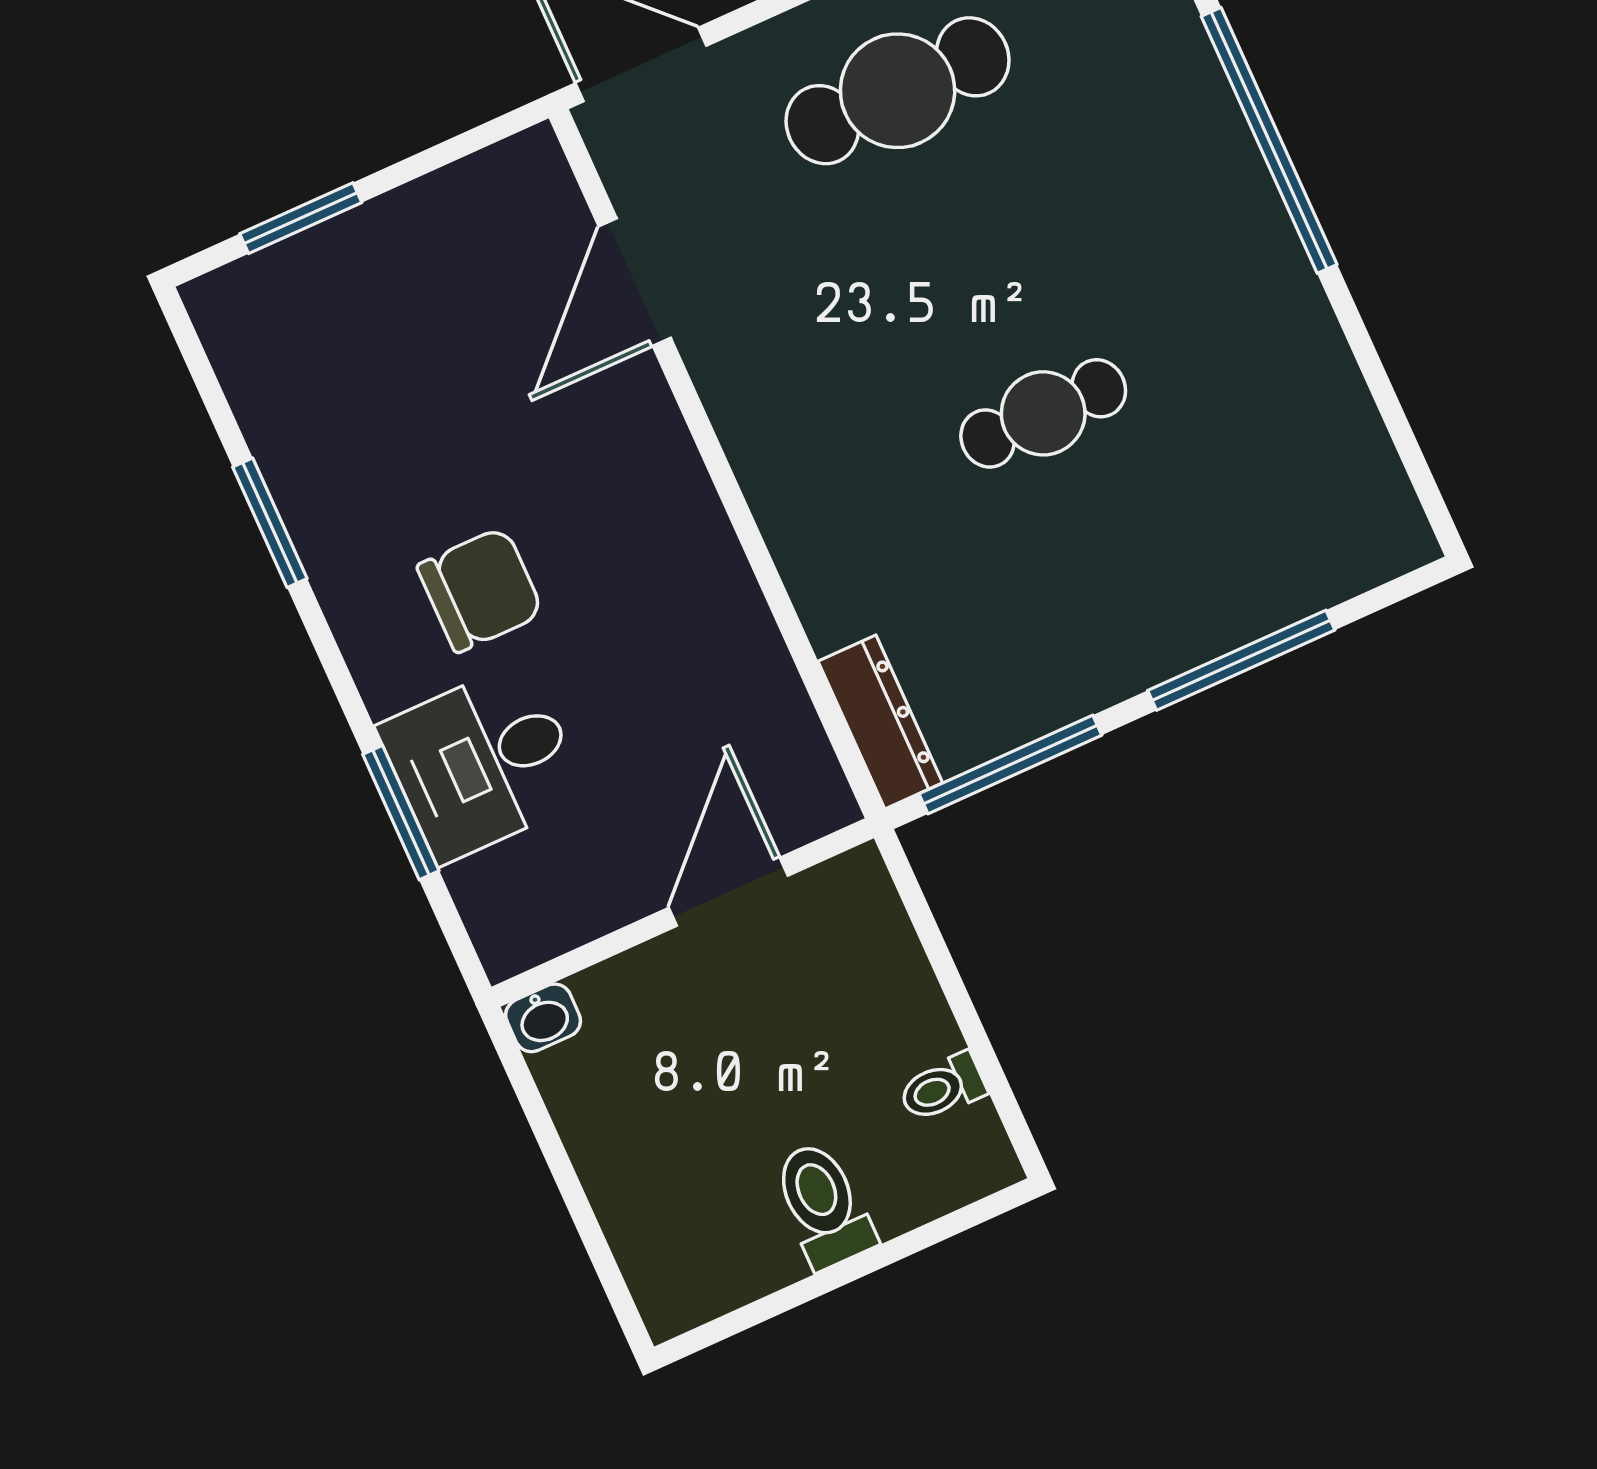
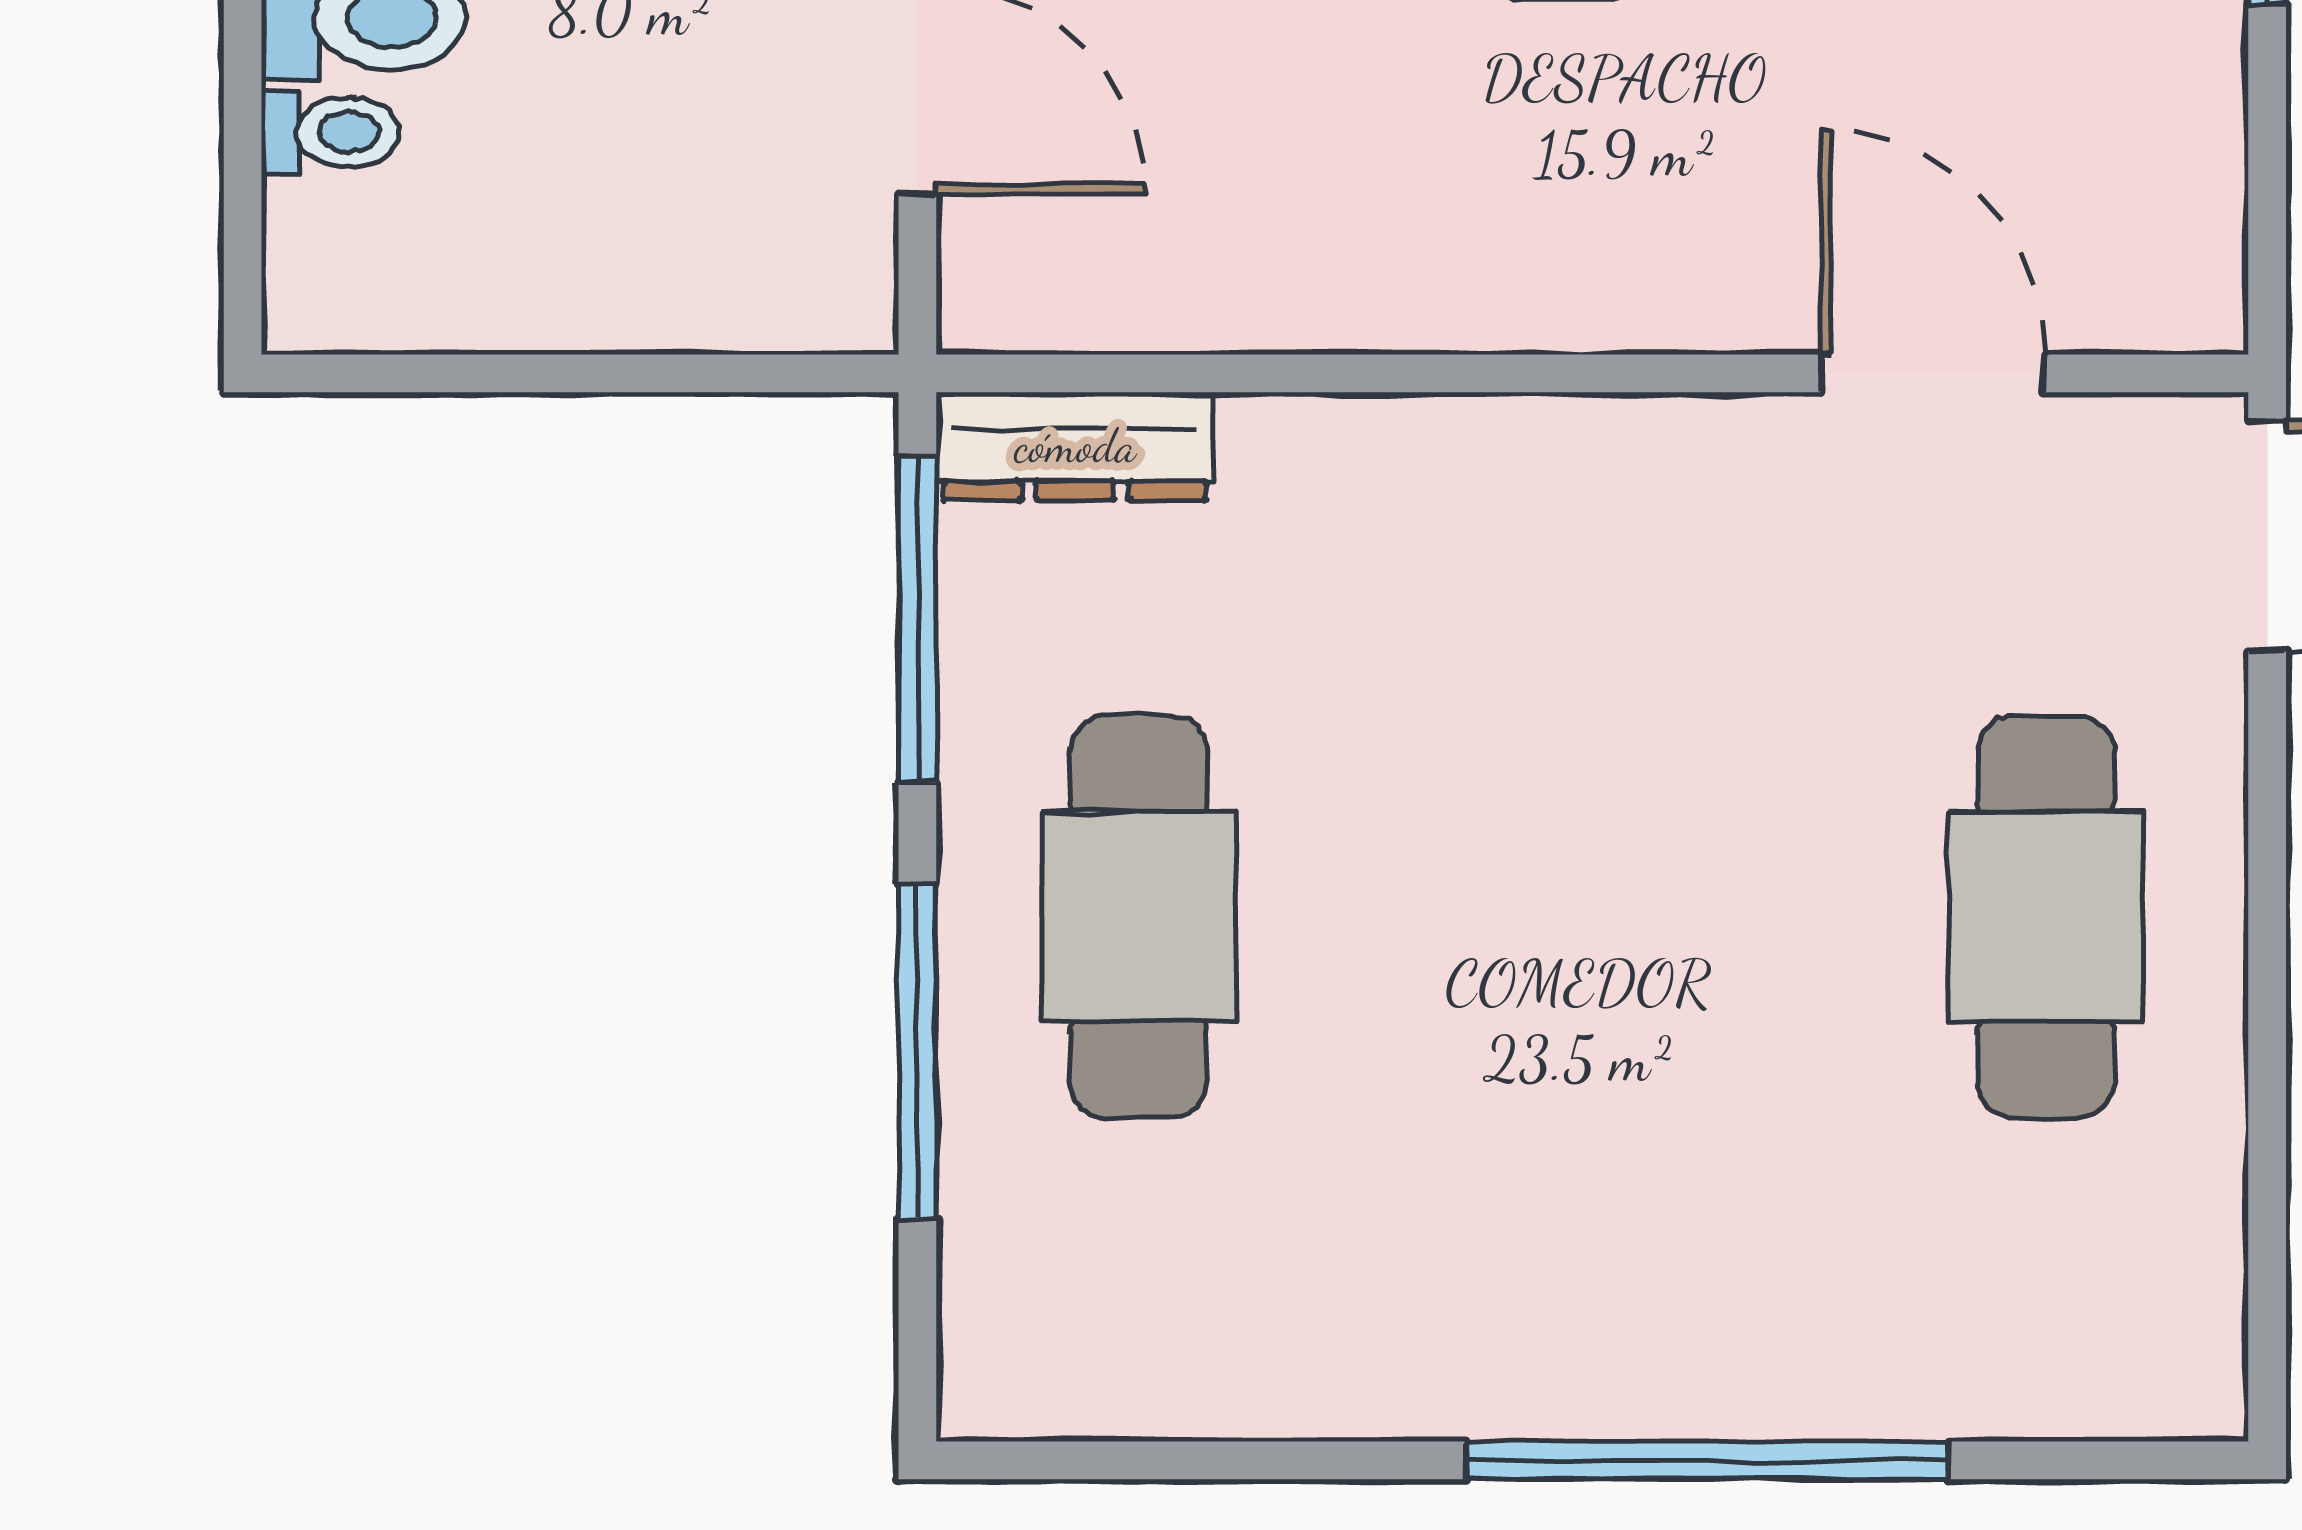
cafe table: (1043, 413) -> (1139, 917), moved, width x1.37, depth x1.35
toilet: (942, 1088) -> (330, 132), moved, turned 90

